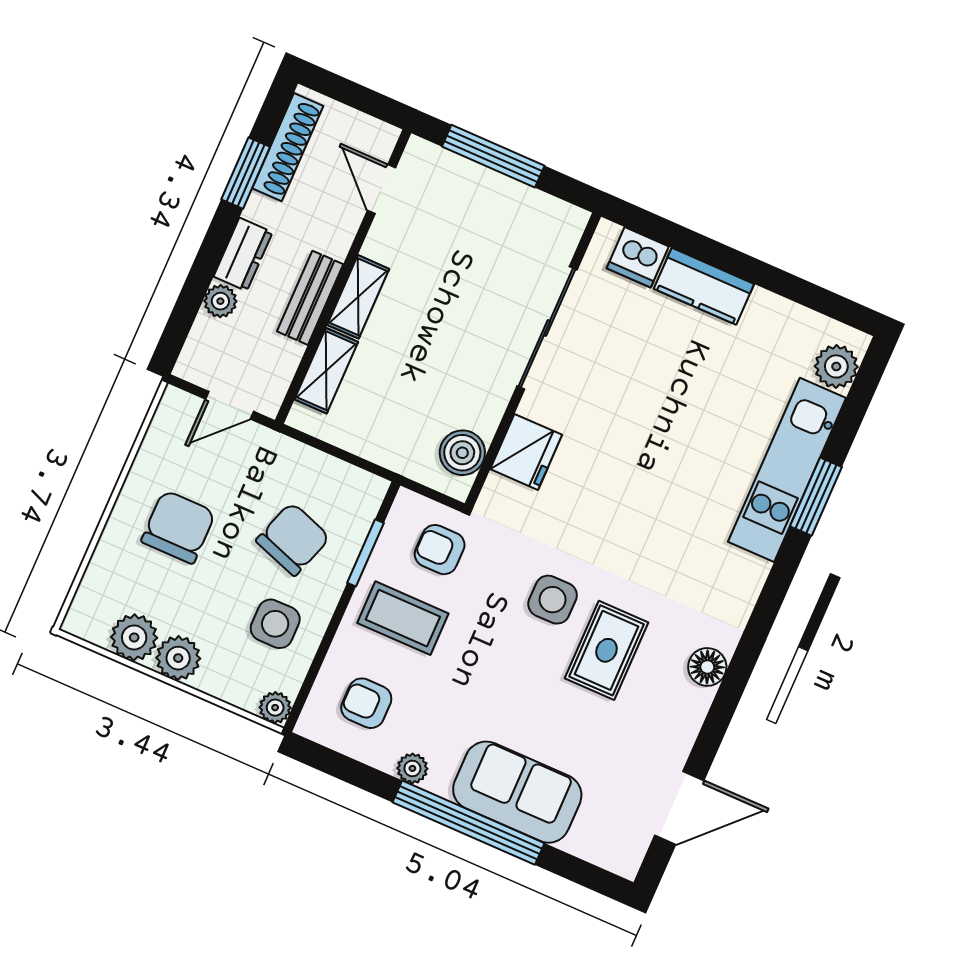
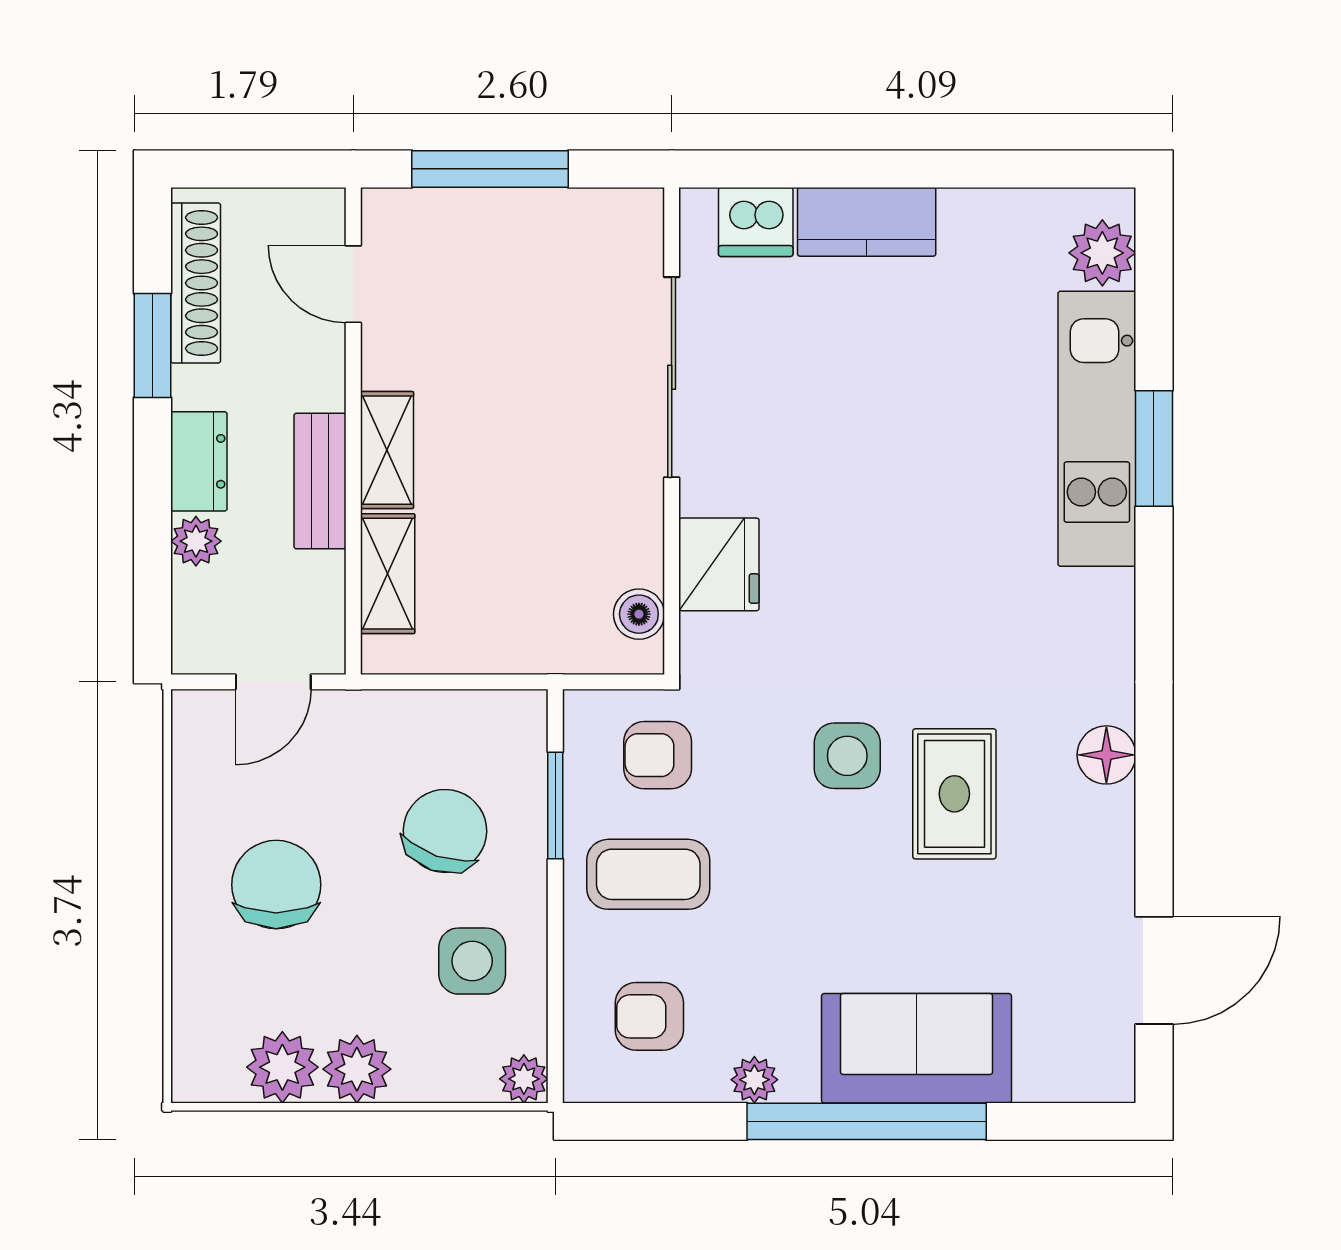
boiler: (462, 453) -> (639, 614), width x0.73, depth x0.73

